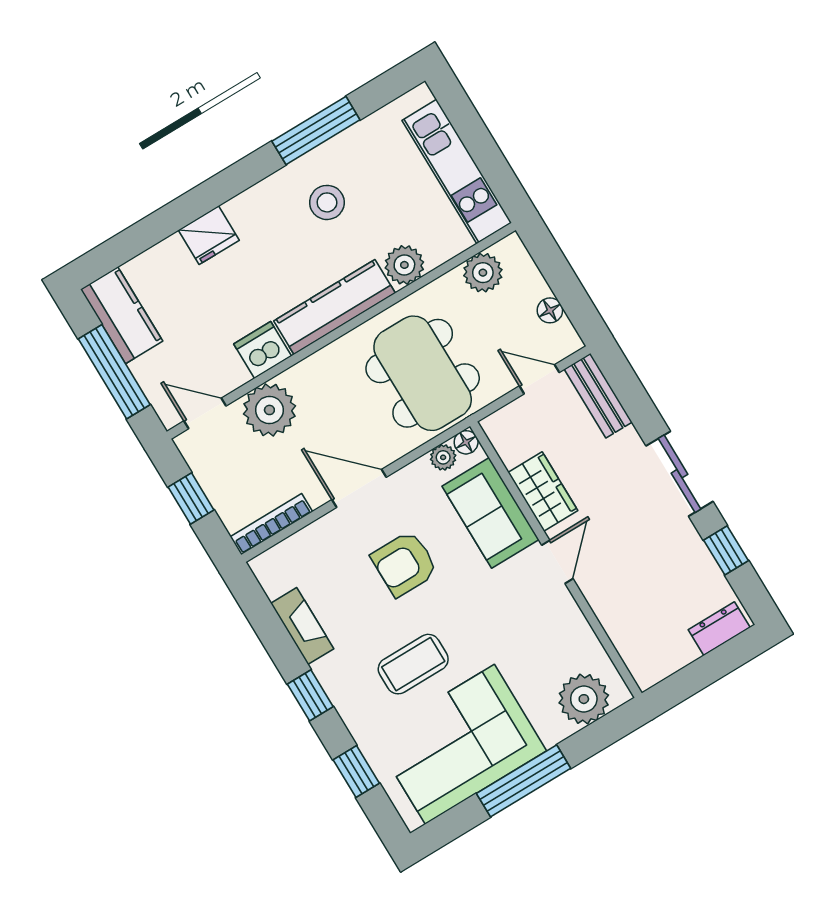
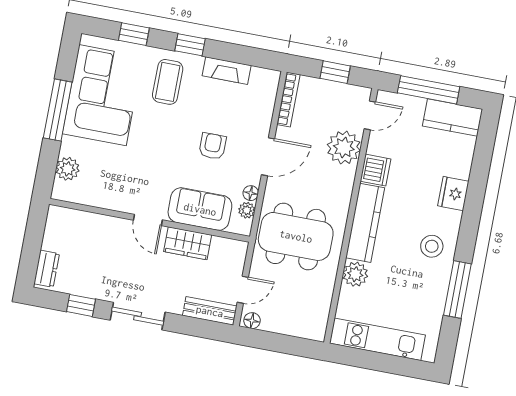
stool: (327, 202) -> (432, 246), moved
plant: (483, 273) -> (318, 308), removed
floor lamp: (550, 310) -> (252, 321), moved
floor lamp: (466, 442) -> (251, 193), moved
armchair: (404, 564) -> (213, 146), width x0.72, depth x0.72
coffee table: (413, 664) -> (168, 82), moved
plant: (584, 699) -> (68, 169), width x0.73, depth x0.73

